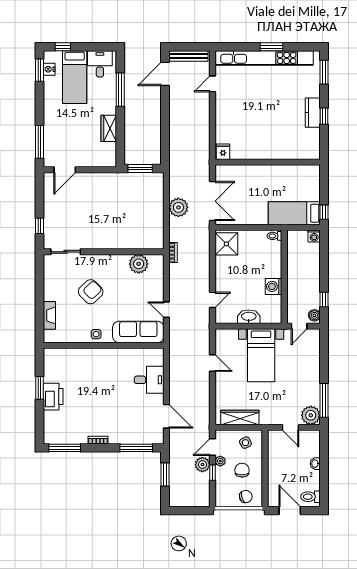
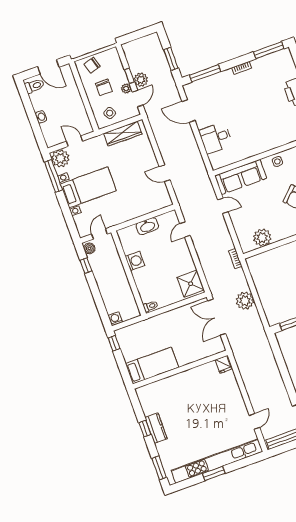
bed: (294, 213) -> (152, 366), moved
bed with nightstands: (261, 355) -> (88, 187), moved, turned 90

